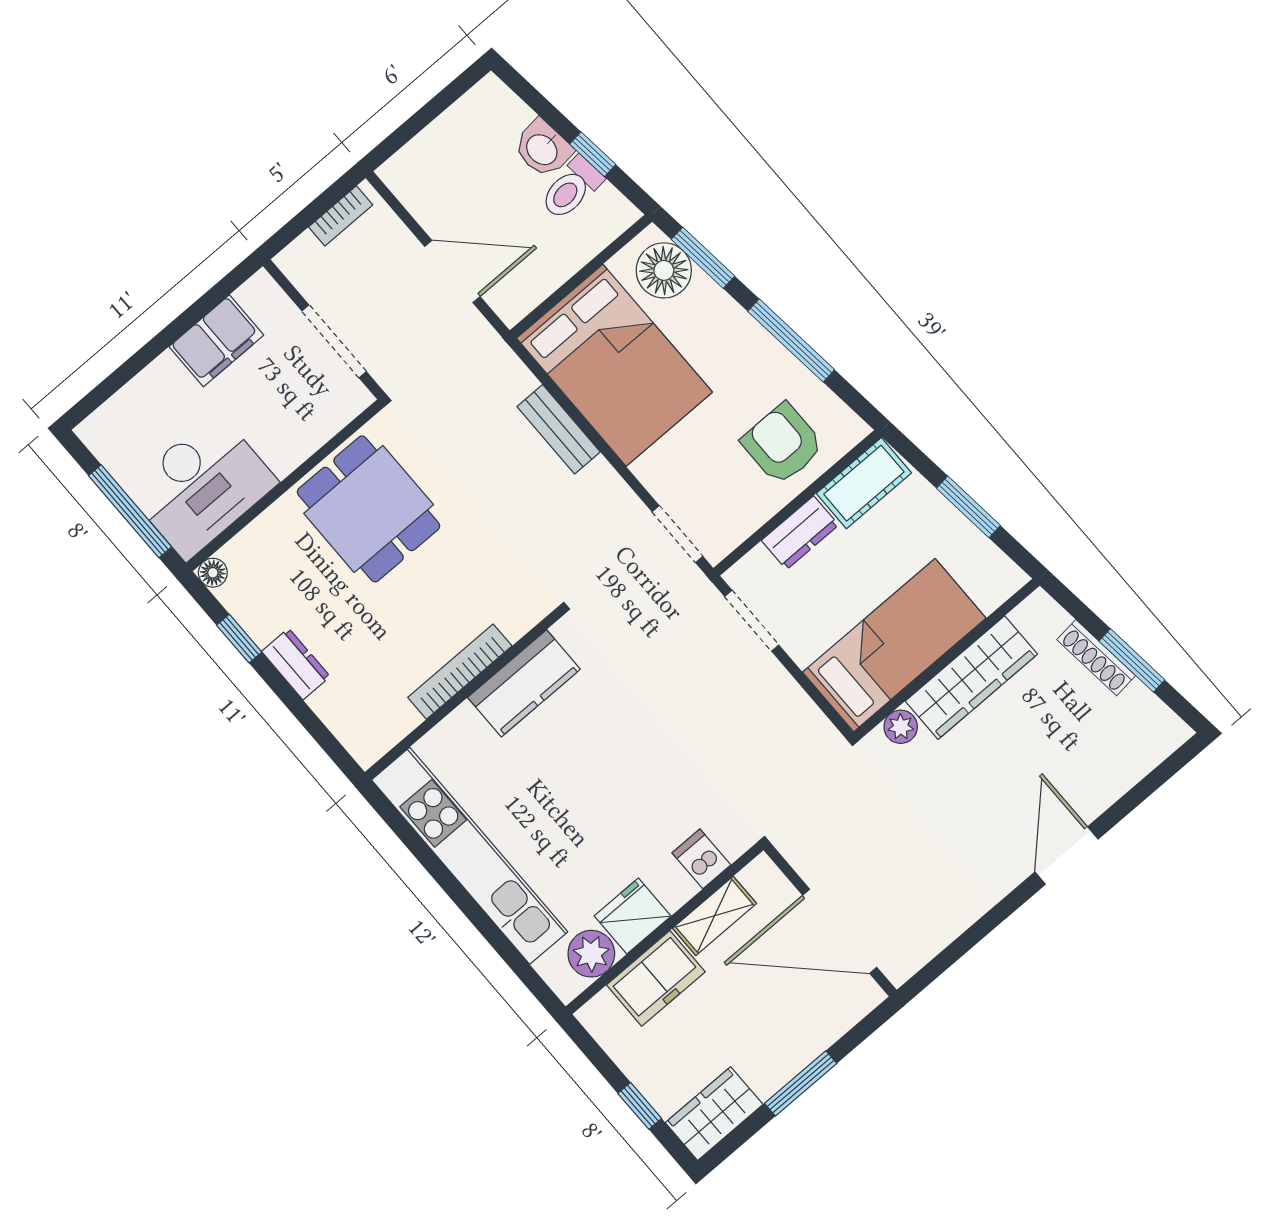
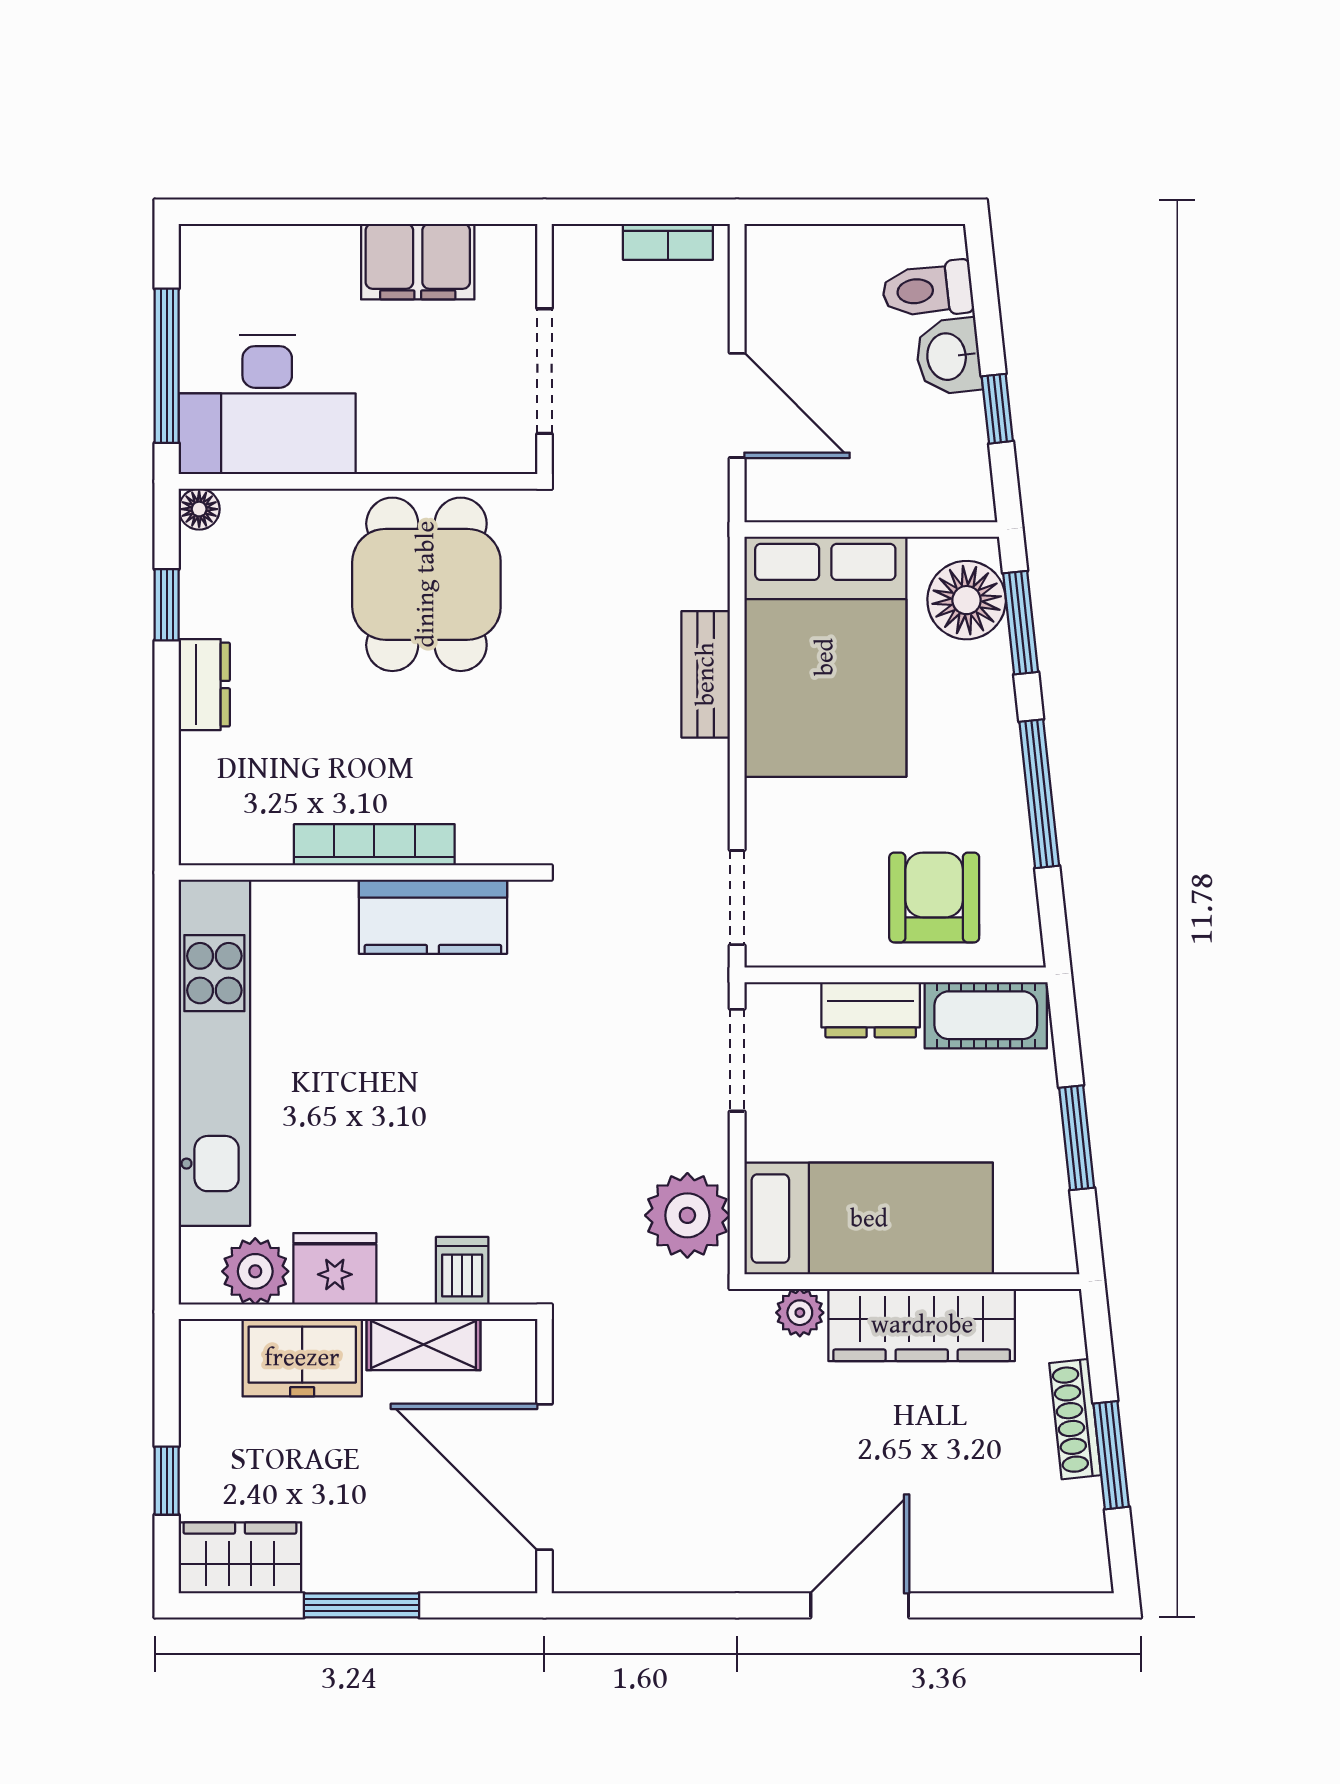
toilet: (571, 188) -> (928, 290), moved
plant: (796, 726) -> (687, 1215), added

